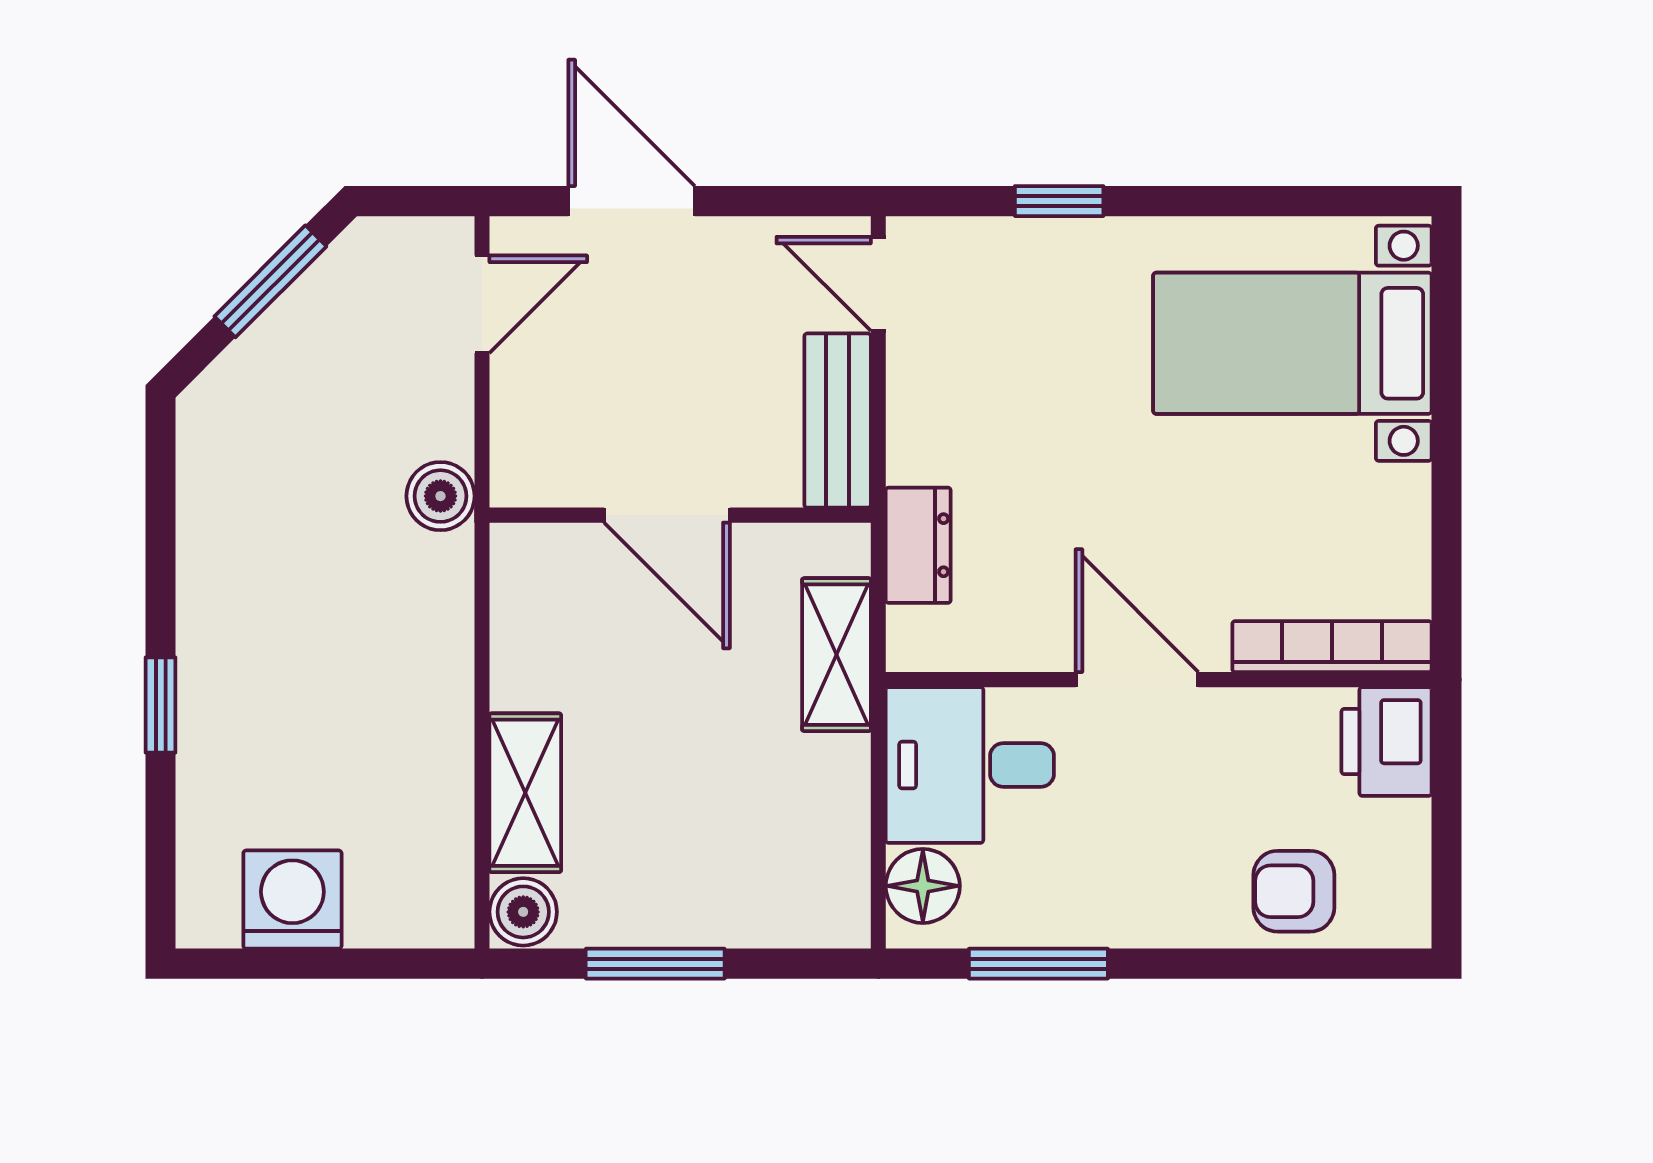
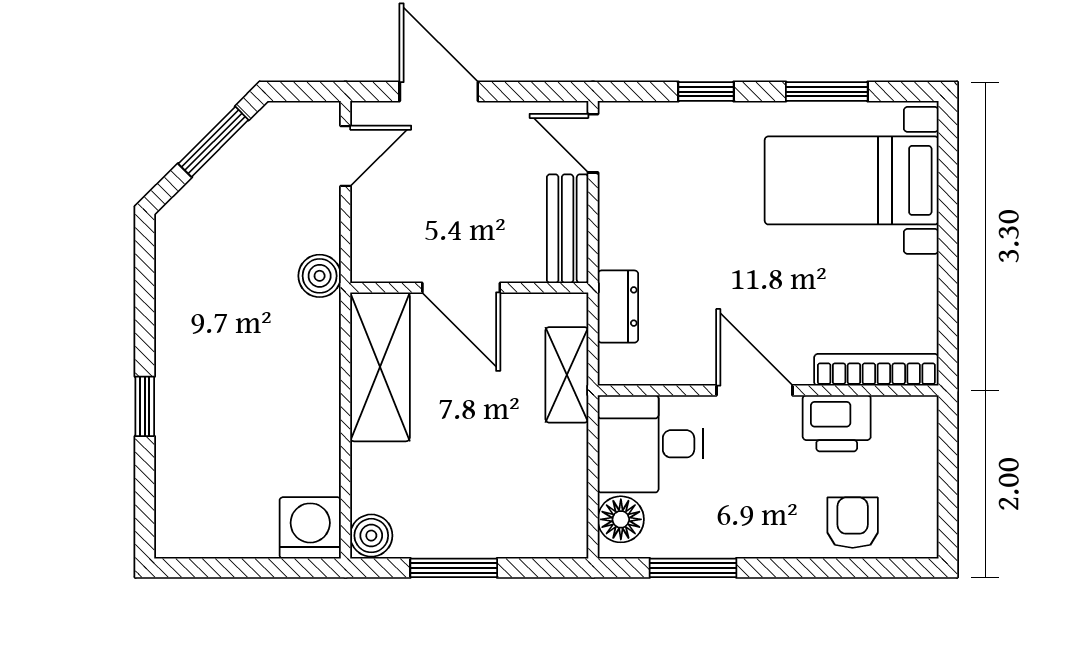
window: (1252, 201) -> (827, 92), added
printer: (1386, 742) -> (837, 423), moved, turned -90
shelving: (525, 793) -> (380, 367), moved, width x1.50, depth x1.33
armchair: (1294, 891) -> (853, 523), turned 90
washing machine: (292, 900) -> (310, 528), moved

